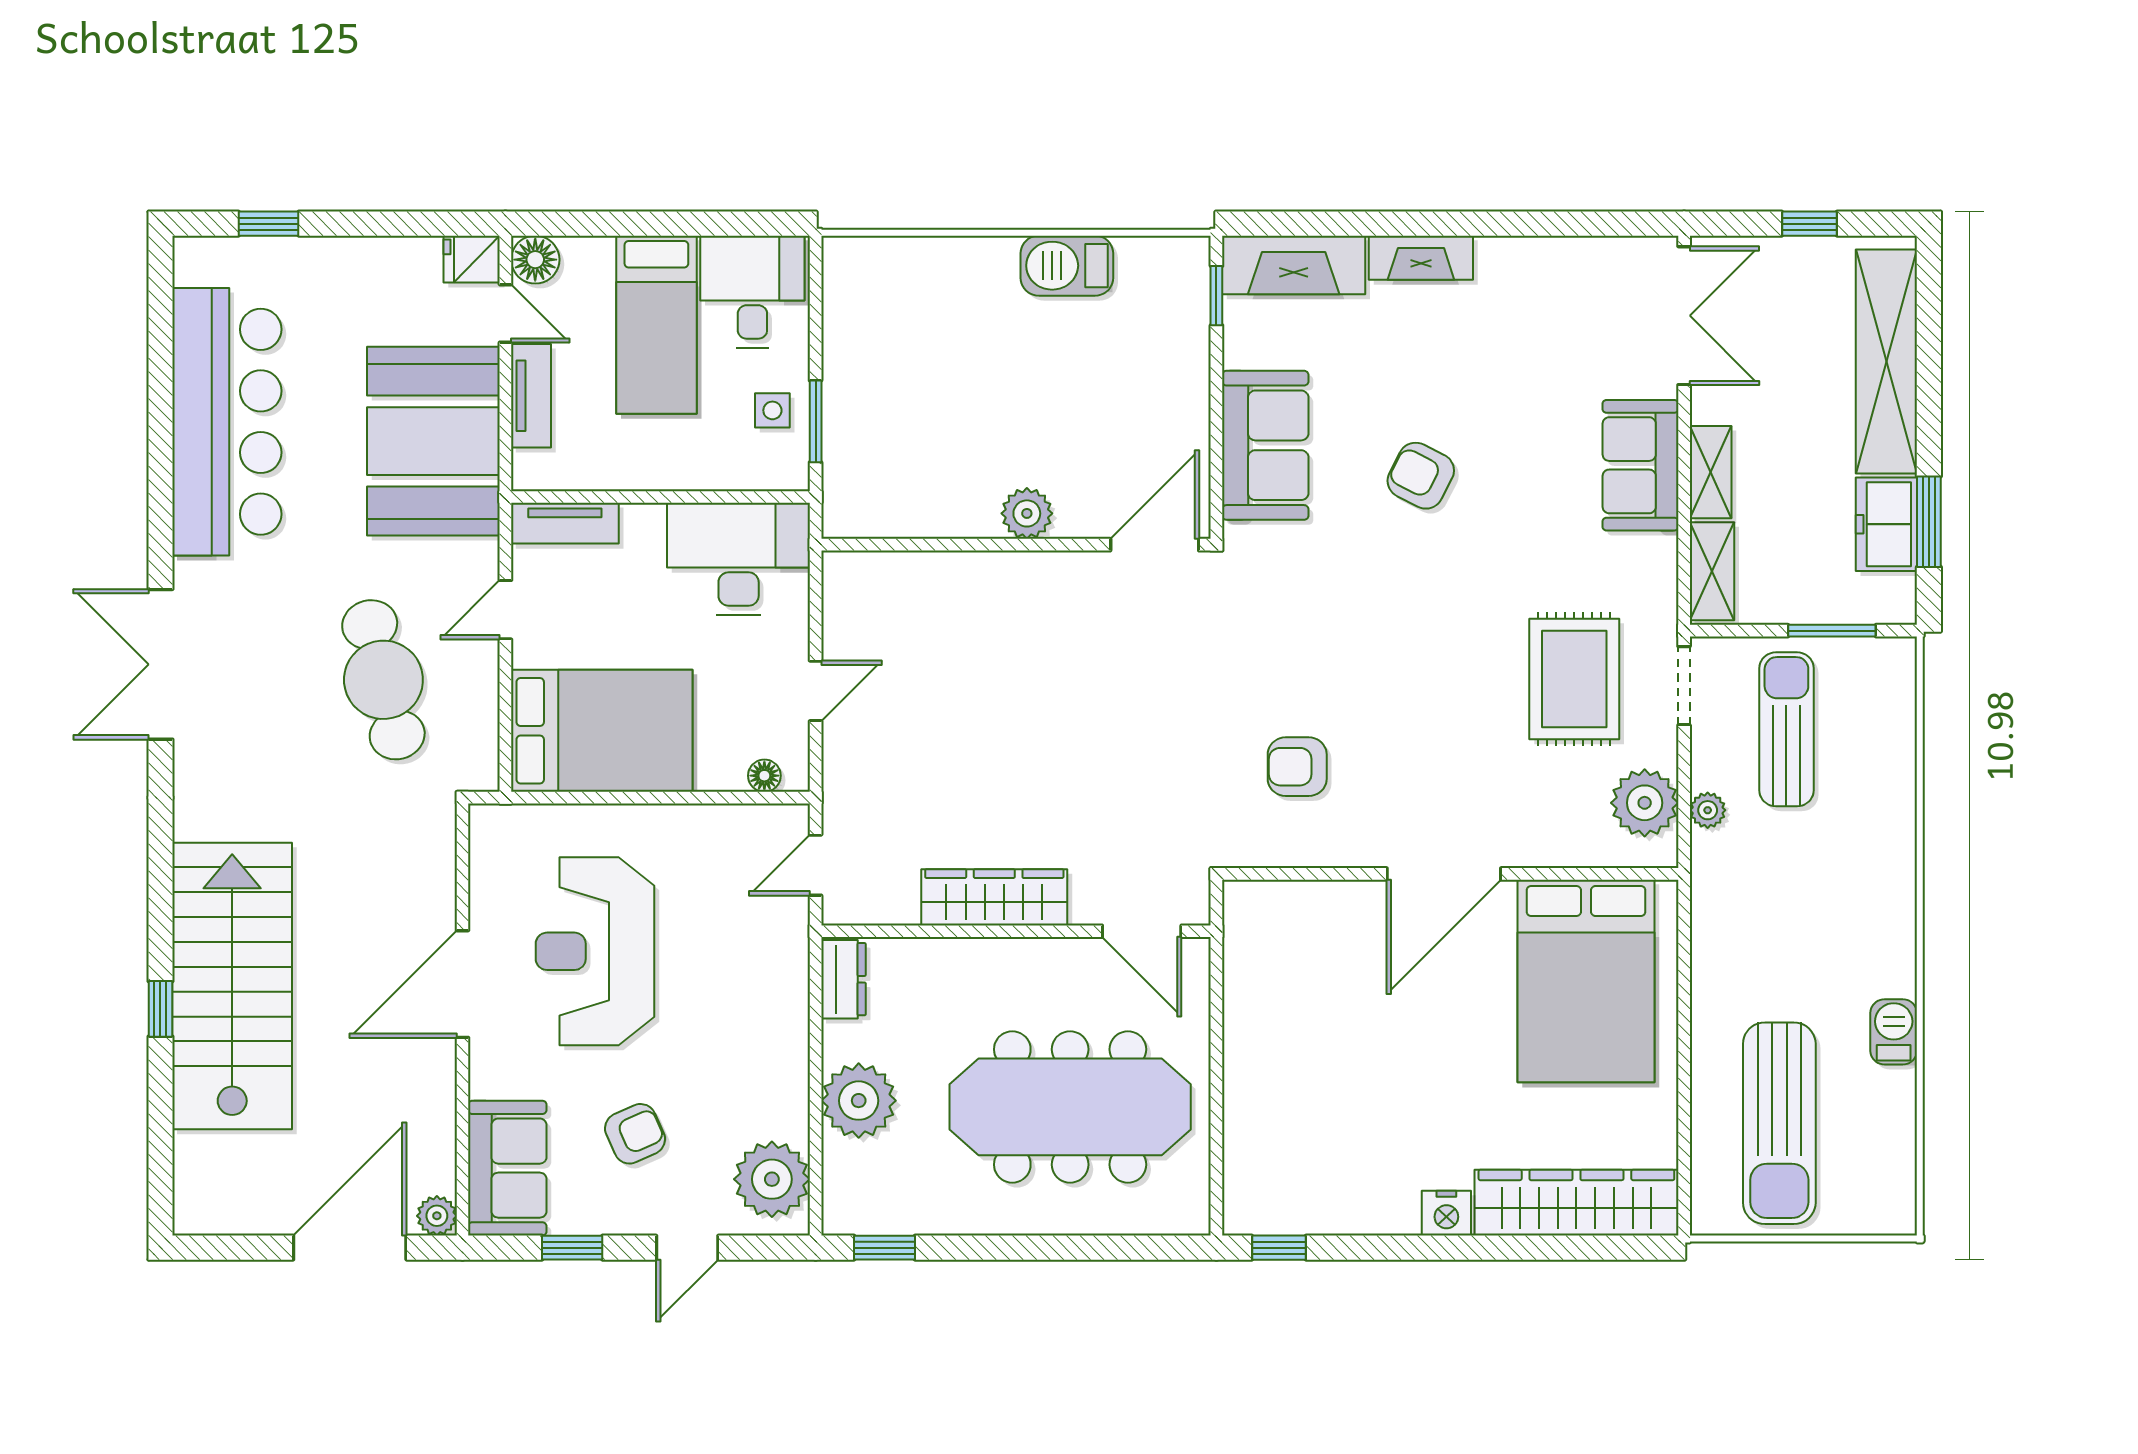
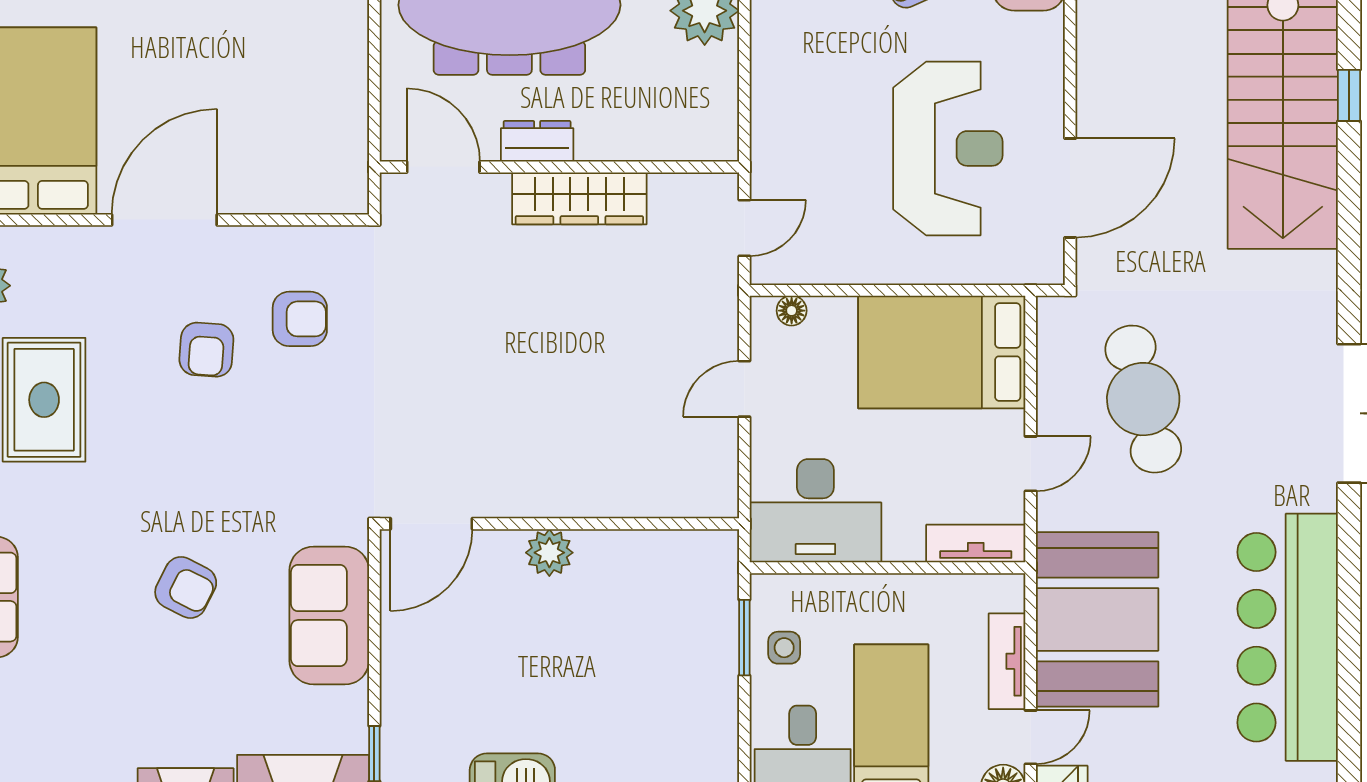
door: (505, 313) -> (1031, 737), swing flipped
armchair: (1398, 733) -> (206, 350), added
dresser: (843, 979) -> (537, 141), moved, turned 90
door: (462, 984) -> (1070, 188), moved

